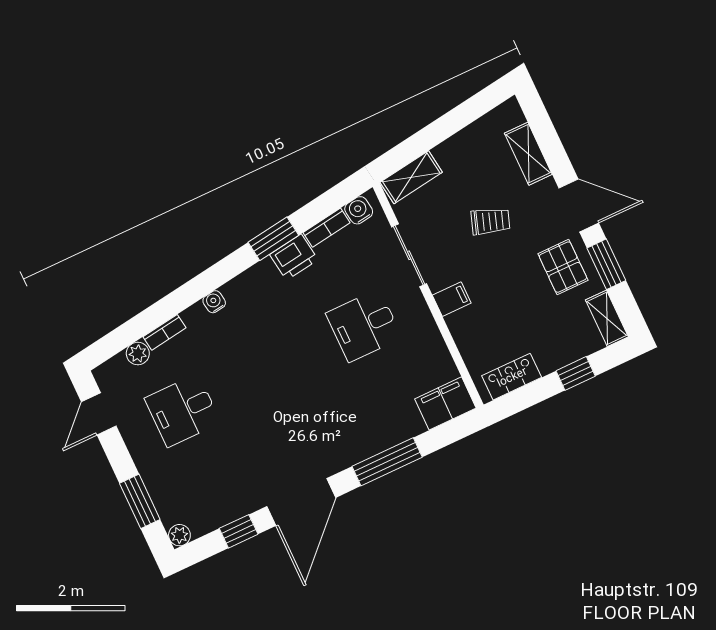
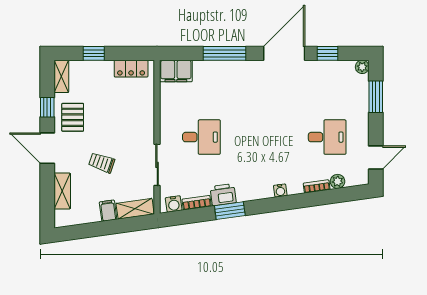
window: (606, 264) -> (47, 107), width x0.67
filing cabinet: (452, 299) -> (108, 211), moved, turned 82

